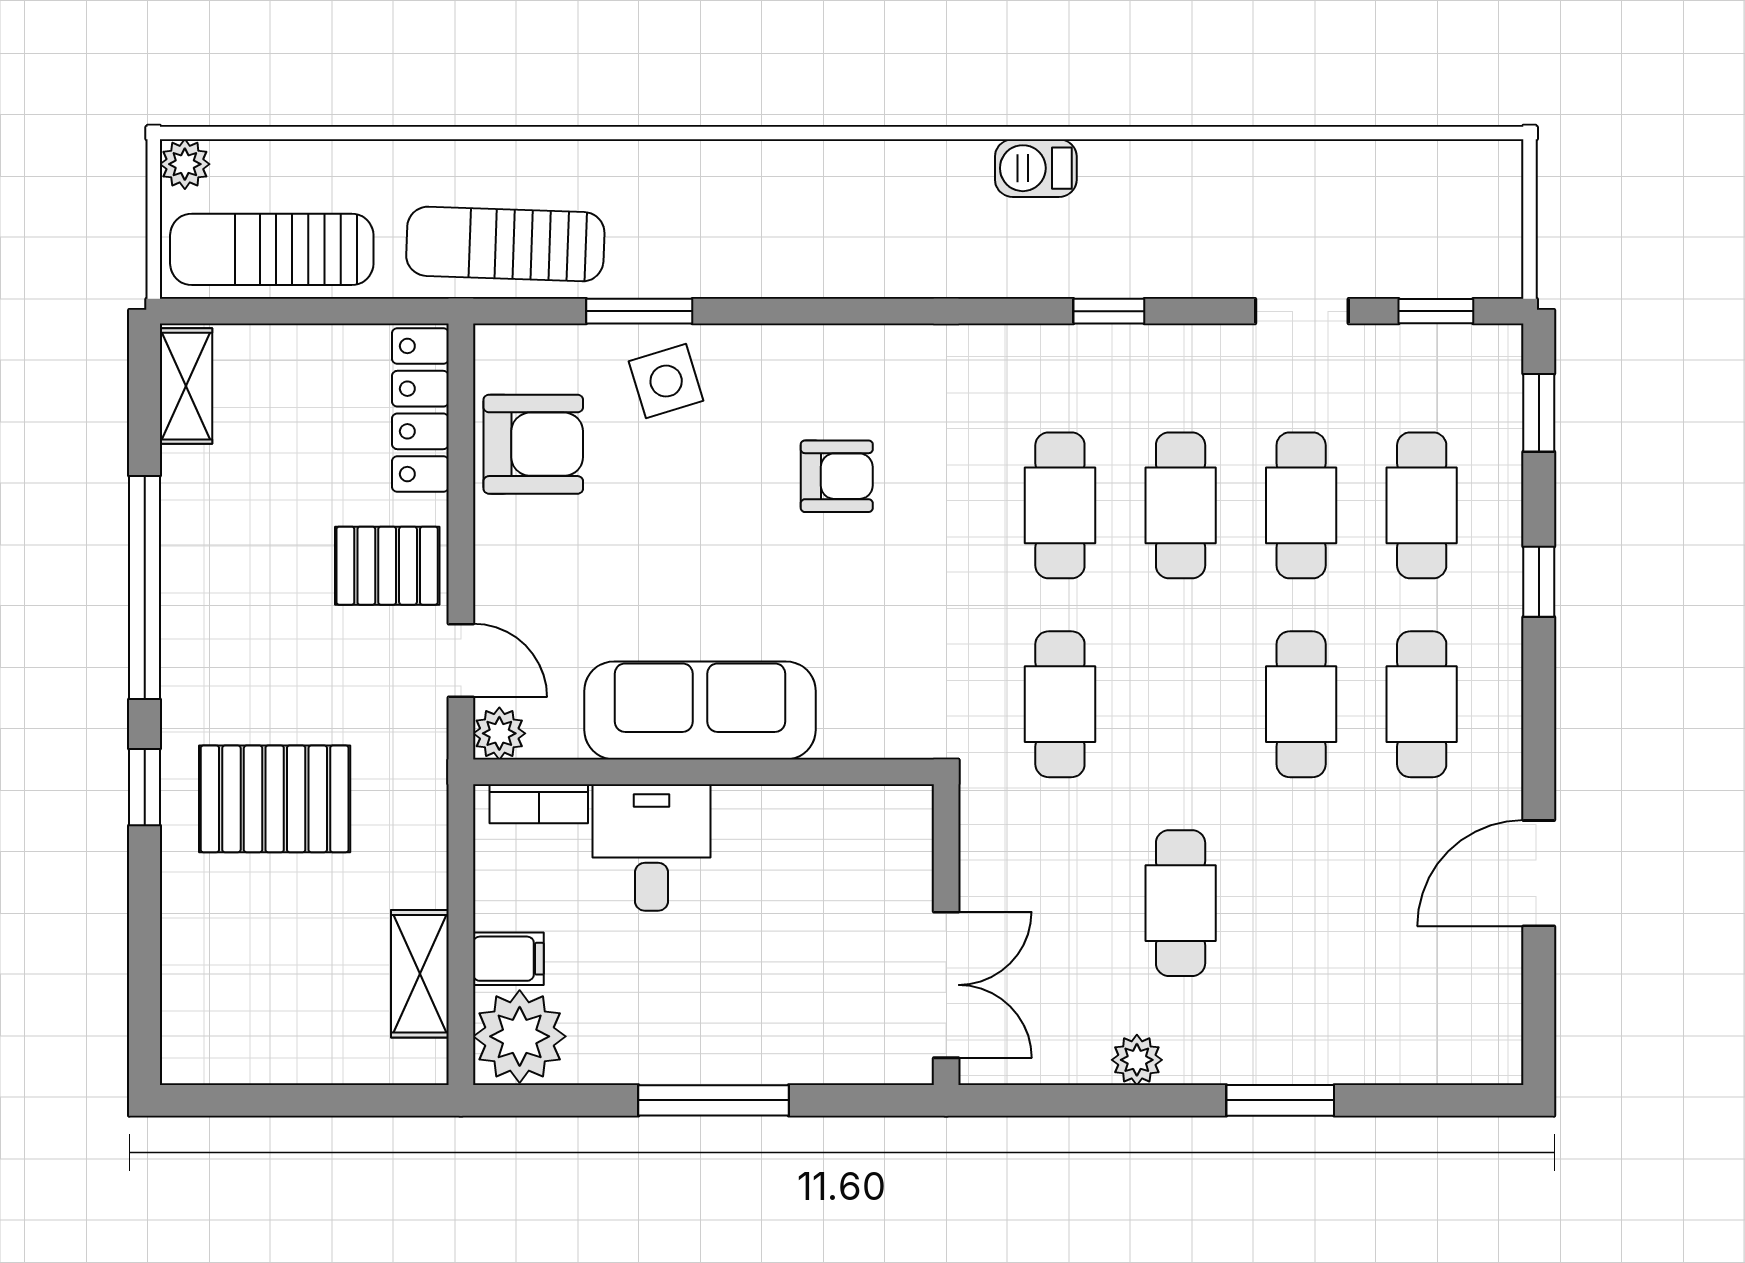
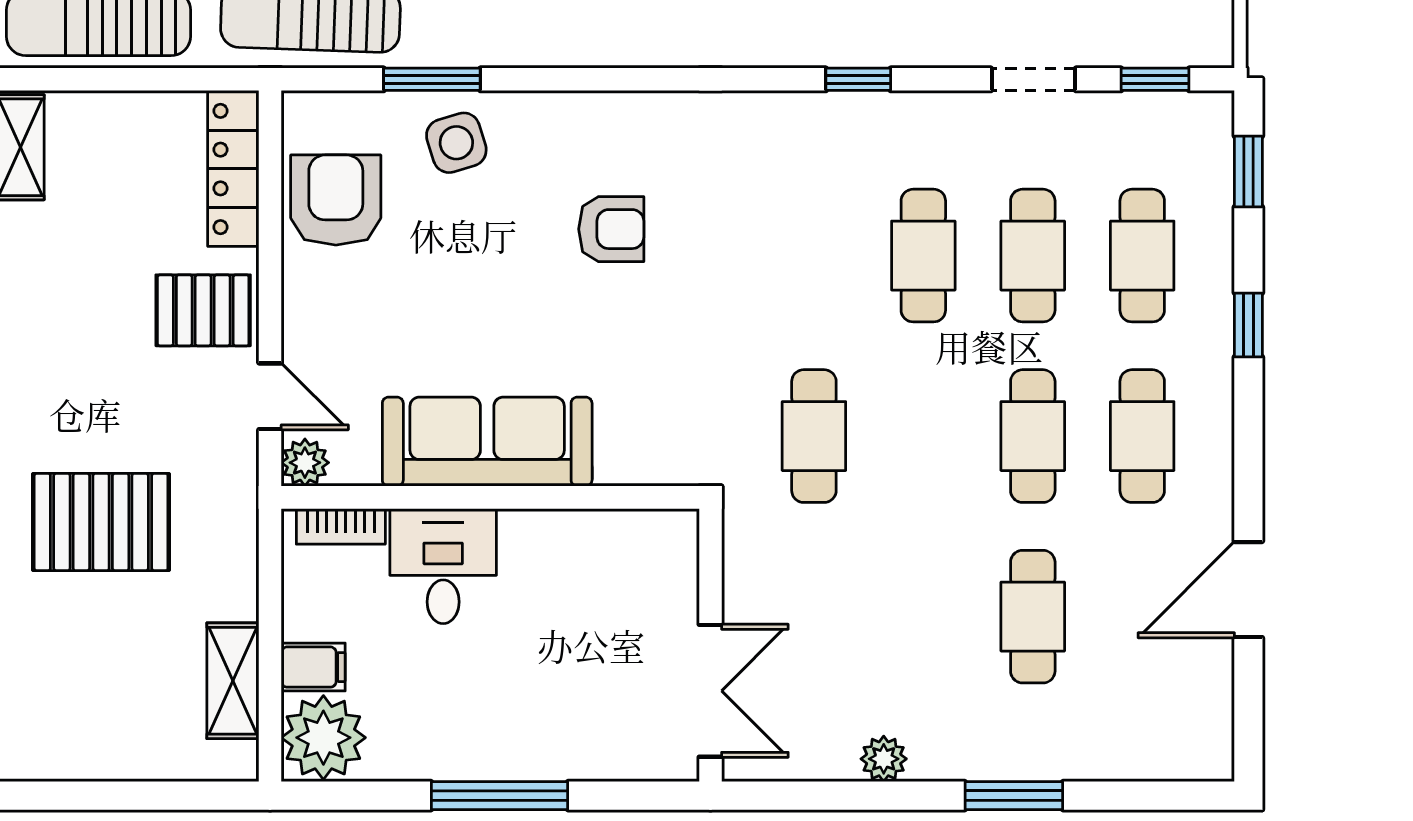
armchair: (533, 444) -> (336, 200), turned -90
cafe table: (1060, 505) -> (814, 256), removed
cafe table: (1181, 903) -> (1033, 617), moved

